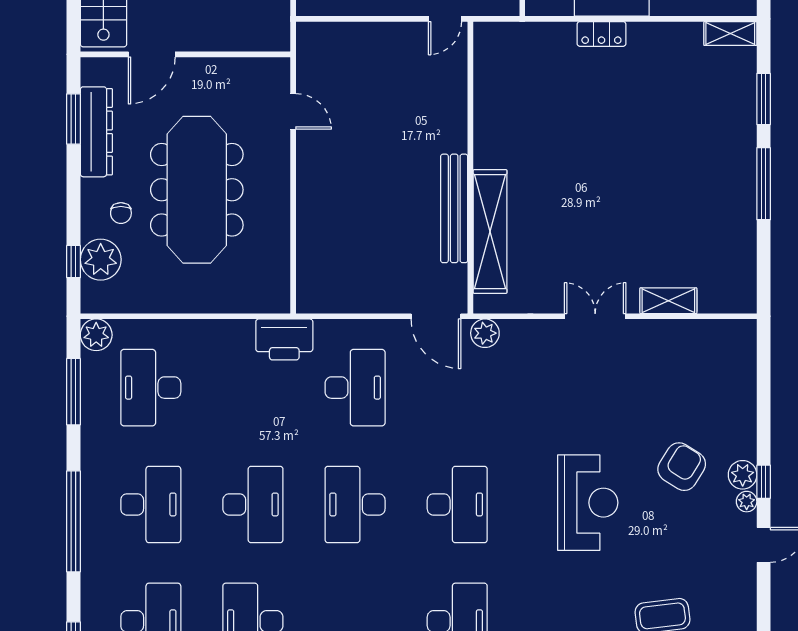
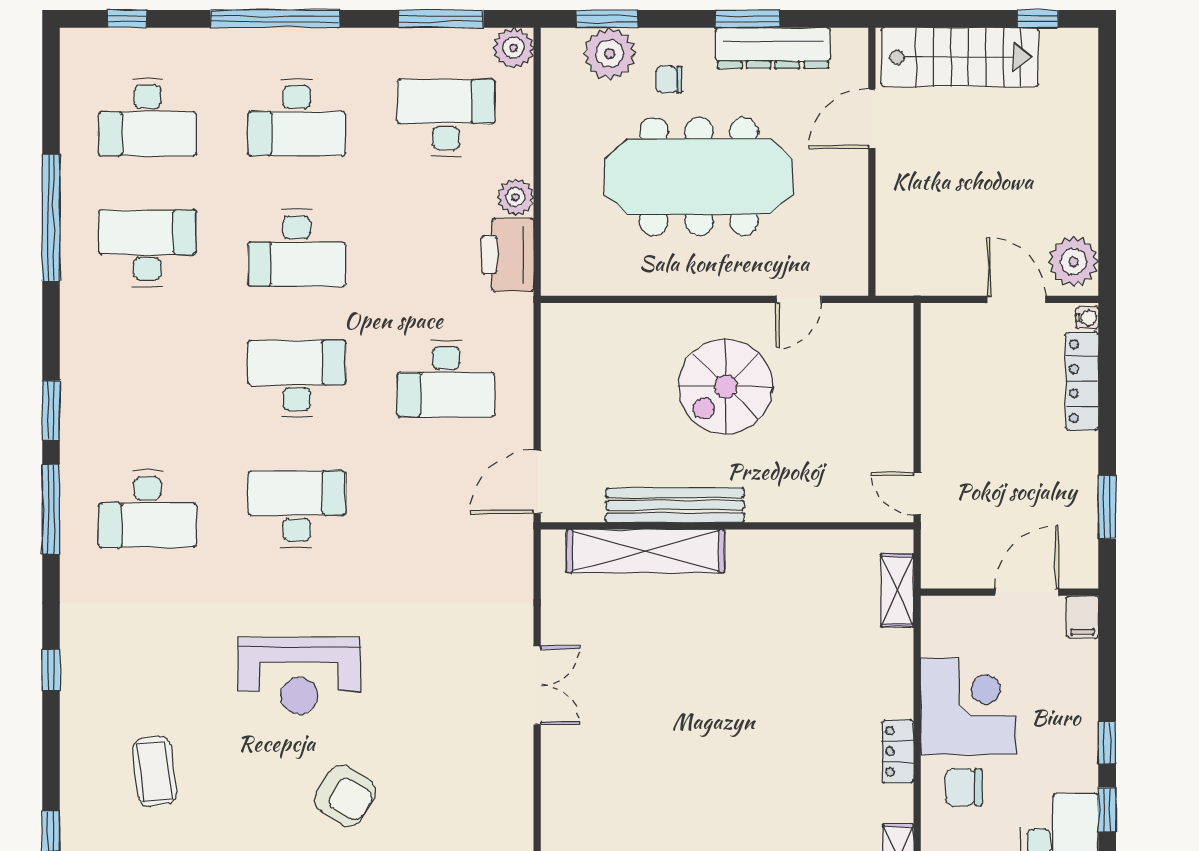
locker: (601, 34) -> (898, 751), moved
door: (152, 54) -> (872, 119), hinge flipped
window: (73, 119) -> (747, 19), moved
spiral stairs: (361, 169) -> (726, 386), added
window: (73, 262) -> (607, 19), width x1.50
shelving: (668, 301) -> (897, 590), moved
plant: (485, 333) -> (516, 197), moved
printer: (284, 339) -> (508, 255), moved
desk: (457, 504) -> (297, 509), turned 180

